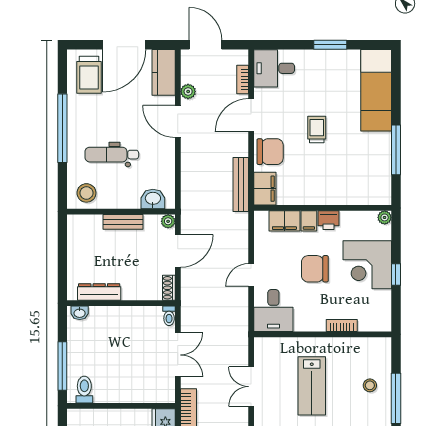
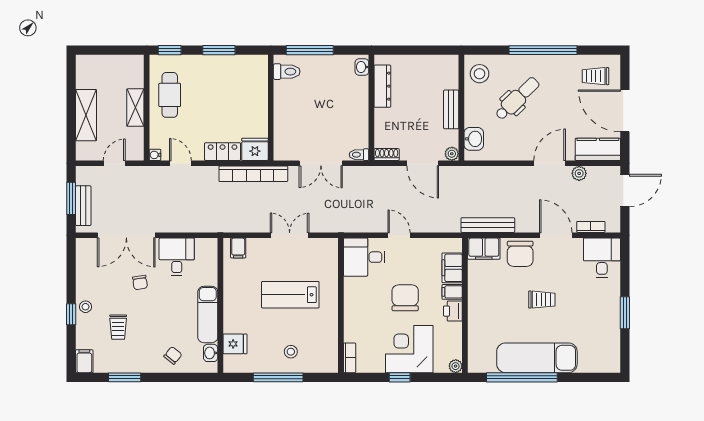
trolley: (89, 75) -> (595, 76), width x0.73, depth x0.72
exam couch: (376, 90) -> (537, 358), moved
window: (396, 150) -> (522, 377), width x1.46
dental chair: (112, 155) -> (517, 99), turned 46
bookcase: (342, 326) -> (350, 358), moved

